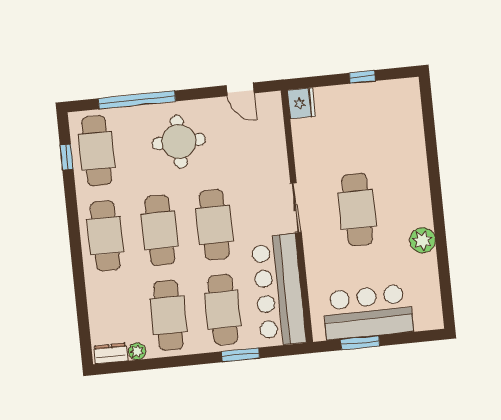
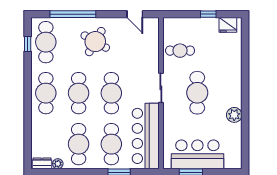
fridge: (301, 103) -> (228, 25), moved, turned 90
round table: (179, 142) -> (95, 42), turned 30
cafe table: (321, 142) -> (180, 51), added

